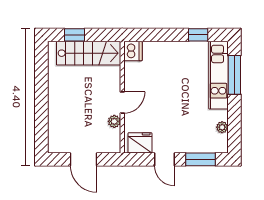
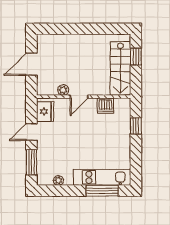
window: (198, 35) -> (136, 126), moved
dishwasher: (133, 51) -> (105, 106), moved
door: (122, 102) -> (79, 97), hinge flipped

